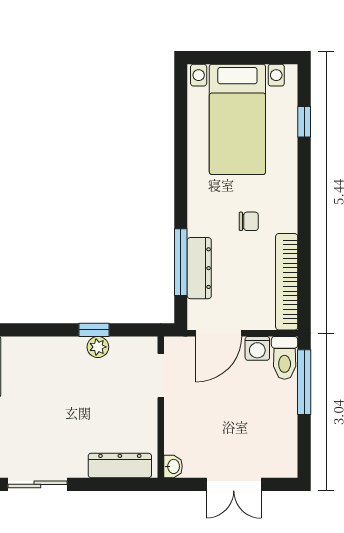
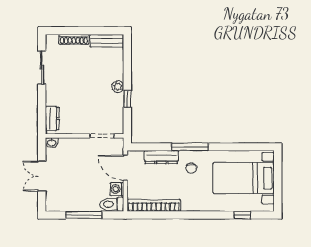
chair: (249, 221) -> (191, 168), moved
window: (181, 262) -> (190, 147), moved
plant: (98, 347) -> (118, 87), moved
window: (304, 382) -> (84, 215), moved
dresser: (120, 465) -> (52, 118), width x0.70

